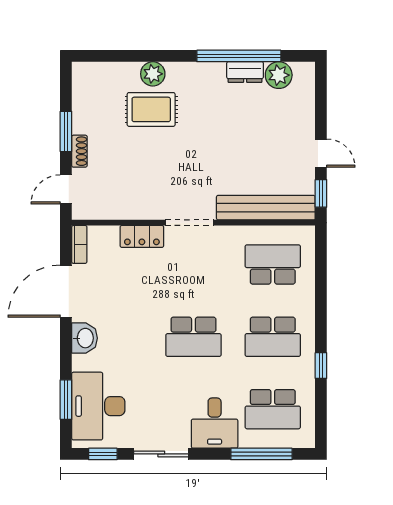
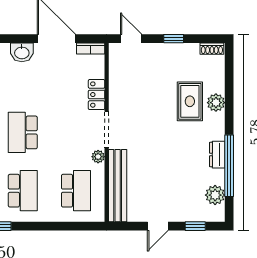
dresser: (245, 72) -> (217, 155), moved
window: (66, 131) -> (174, 39), width x0.67
shoe rack: (79, 151) -> (212, 49), moved
window: (321, 193) -> (195, 226), moved
plant: (226, 234) -> (98, 157), added
school desk: (273, 337) -> (23, 191), turned 180

